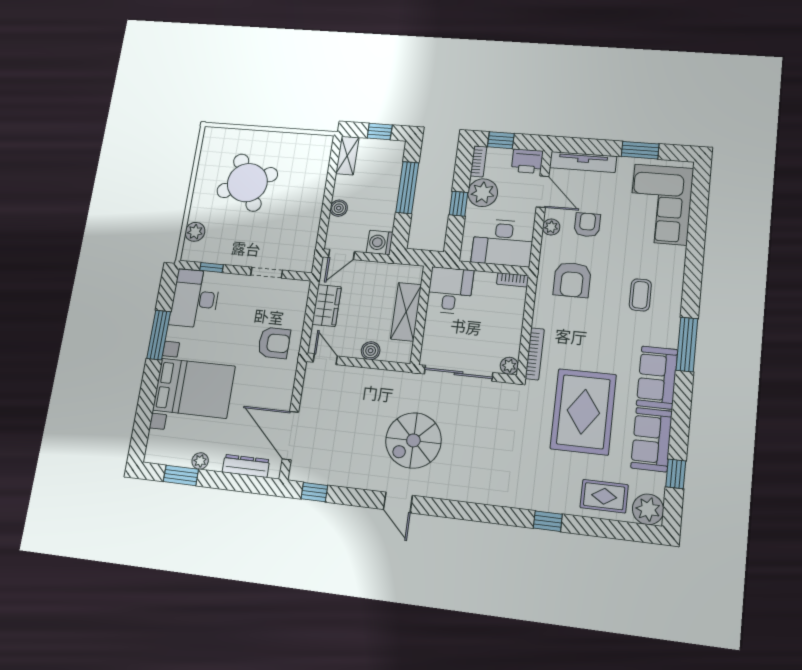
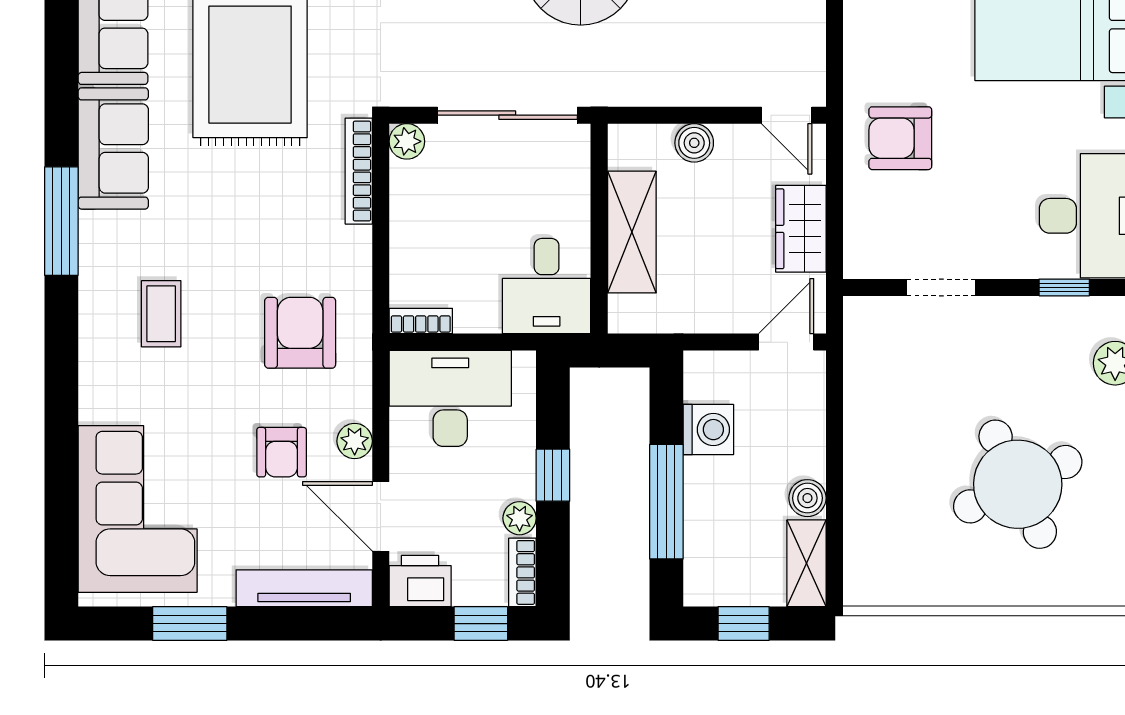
plant: (483, 193) -> (520, 518), width x0.53, depth x0.53
boiler: (339, 208) -> (807, 498), moved
washing machine: (380, 242) -> (708, 430), moved

